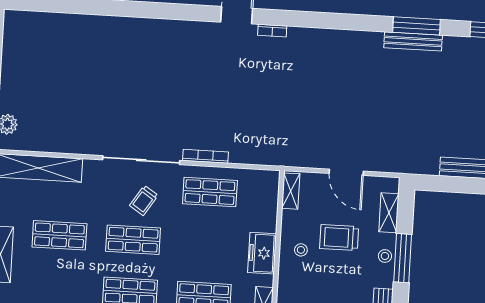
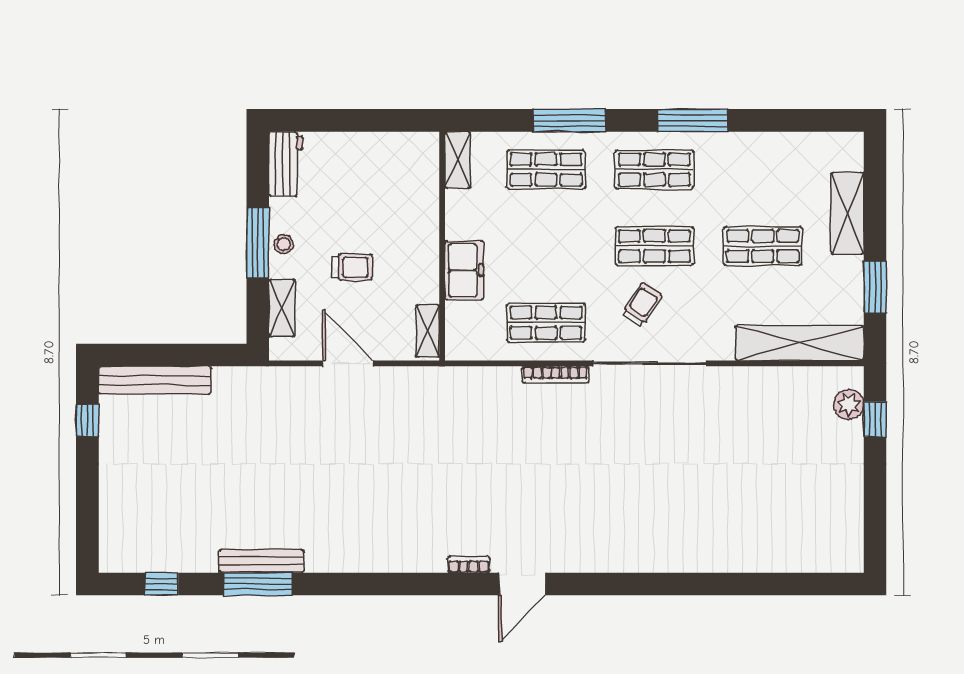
trolley: (339, 238) -> (353, 267), width x0.73, depth x0.72
stool: (301, 250) -> (408, 246), removed
freezer: (262, 253) -> (464, 270), moved

